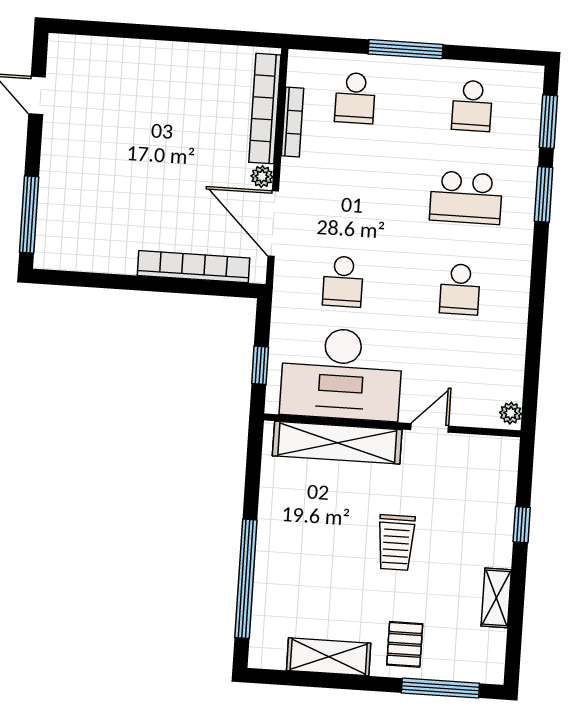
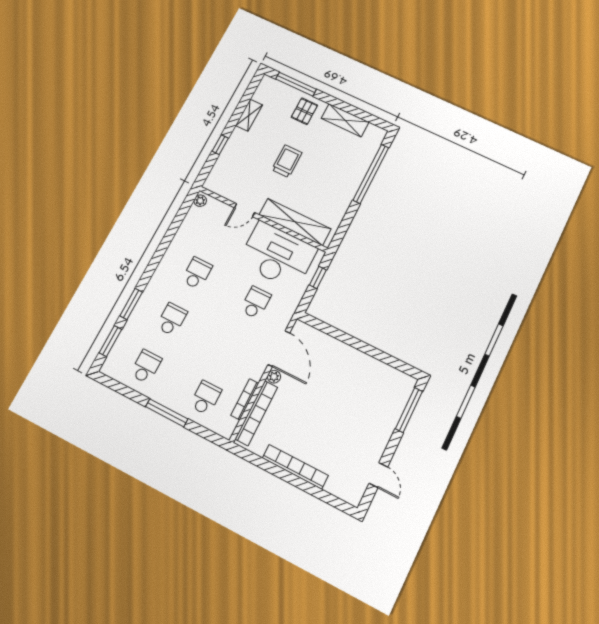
school desk: (466, 198) -> (172, 319), width x0.54
bookcase: (193, 267) -> (295, 467), moved, turned 180

